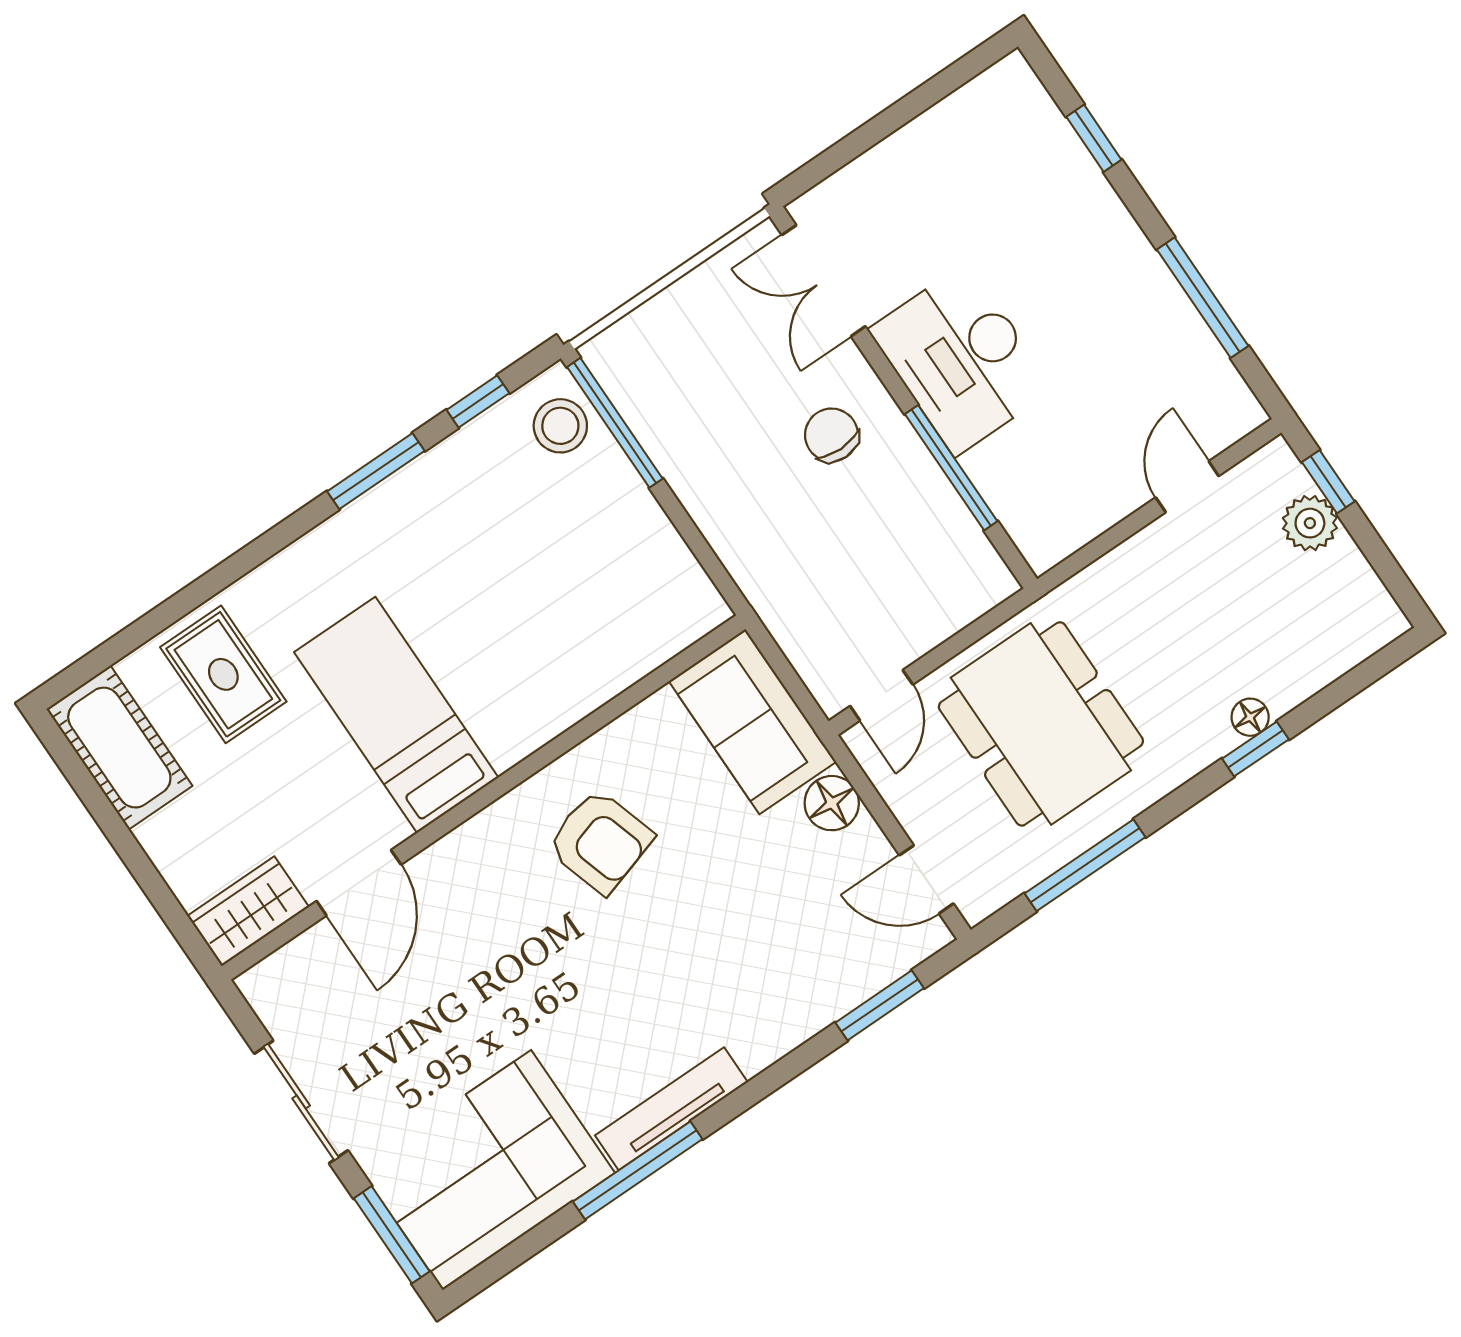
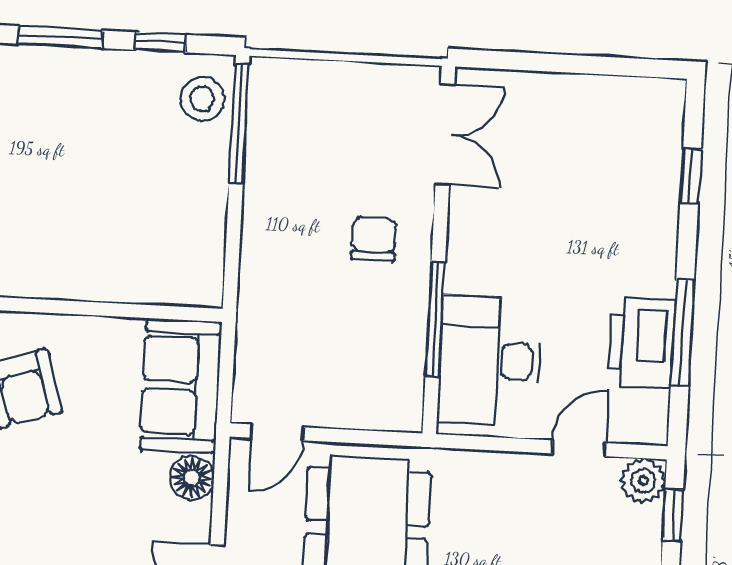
double door: (824, 281) -> (445, 135), swing flipped
printer: (1170, 338) -> (641, 343), added
desk: (961, 359) -> (490, 360), moved
plant: (1310, 523) -> (643, 481), moved

